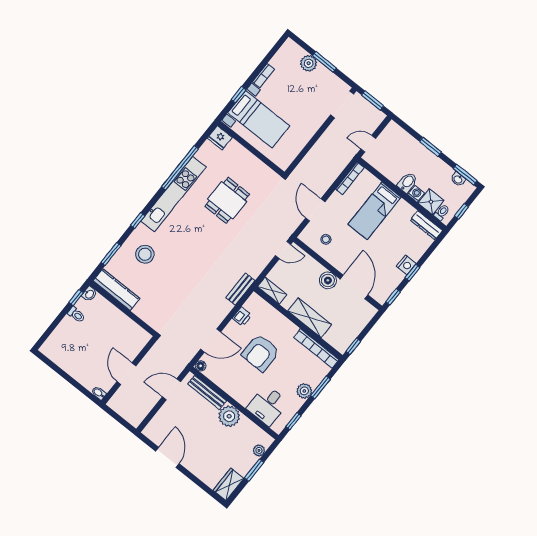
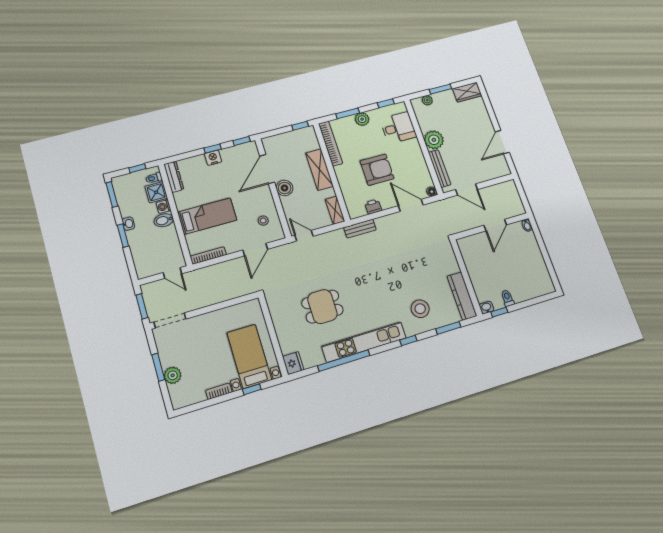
washbasin: (458, 179) -> (128, 224), moved

